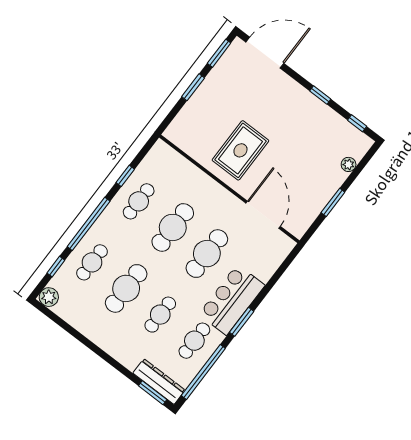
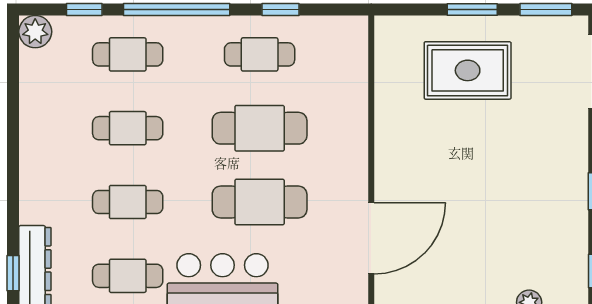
rug: (240, 150) -> (468, 70), moved
cafe table: (126, 288) -> (128, 128), width x0.73, depth x0.74
window: (153, 393) -> (13, 273), width x0.67

